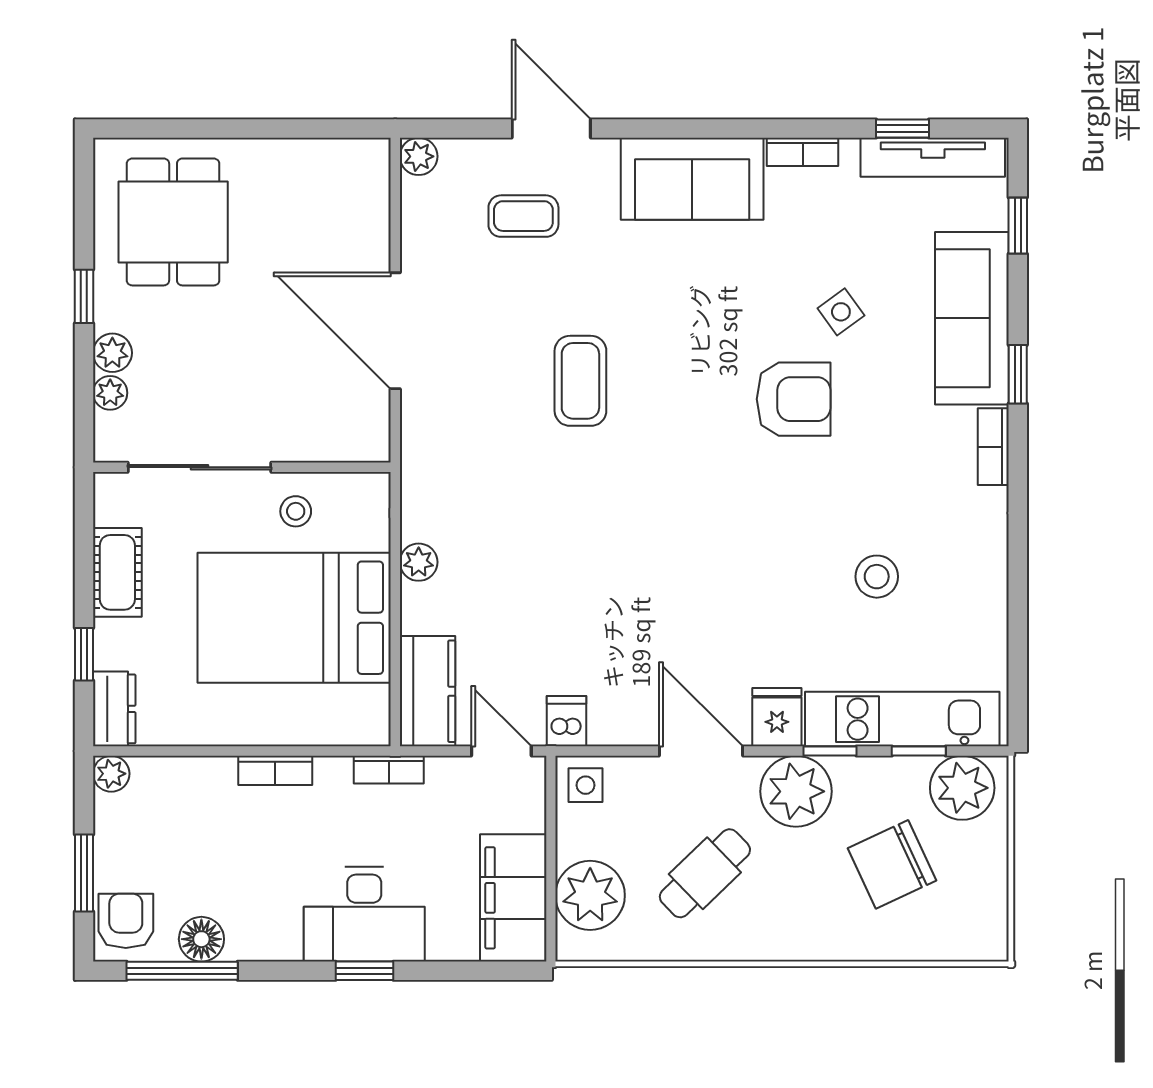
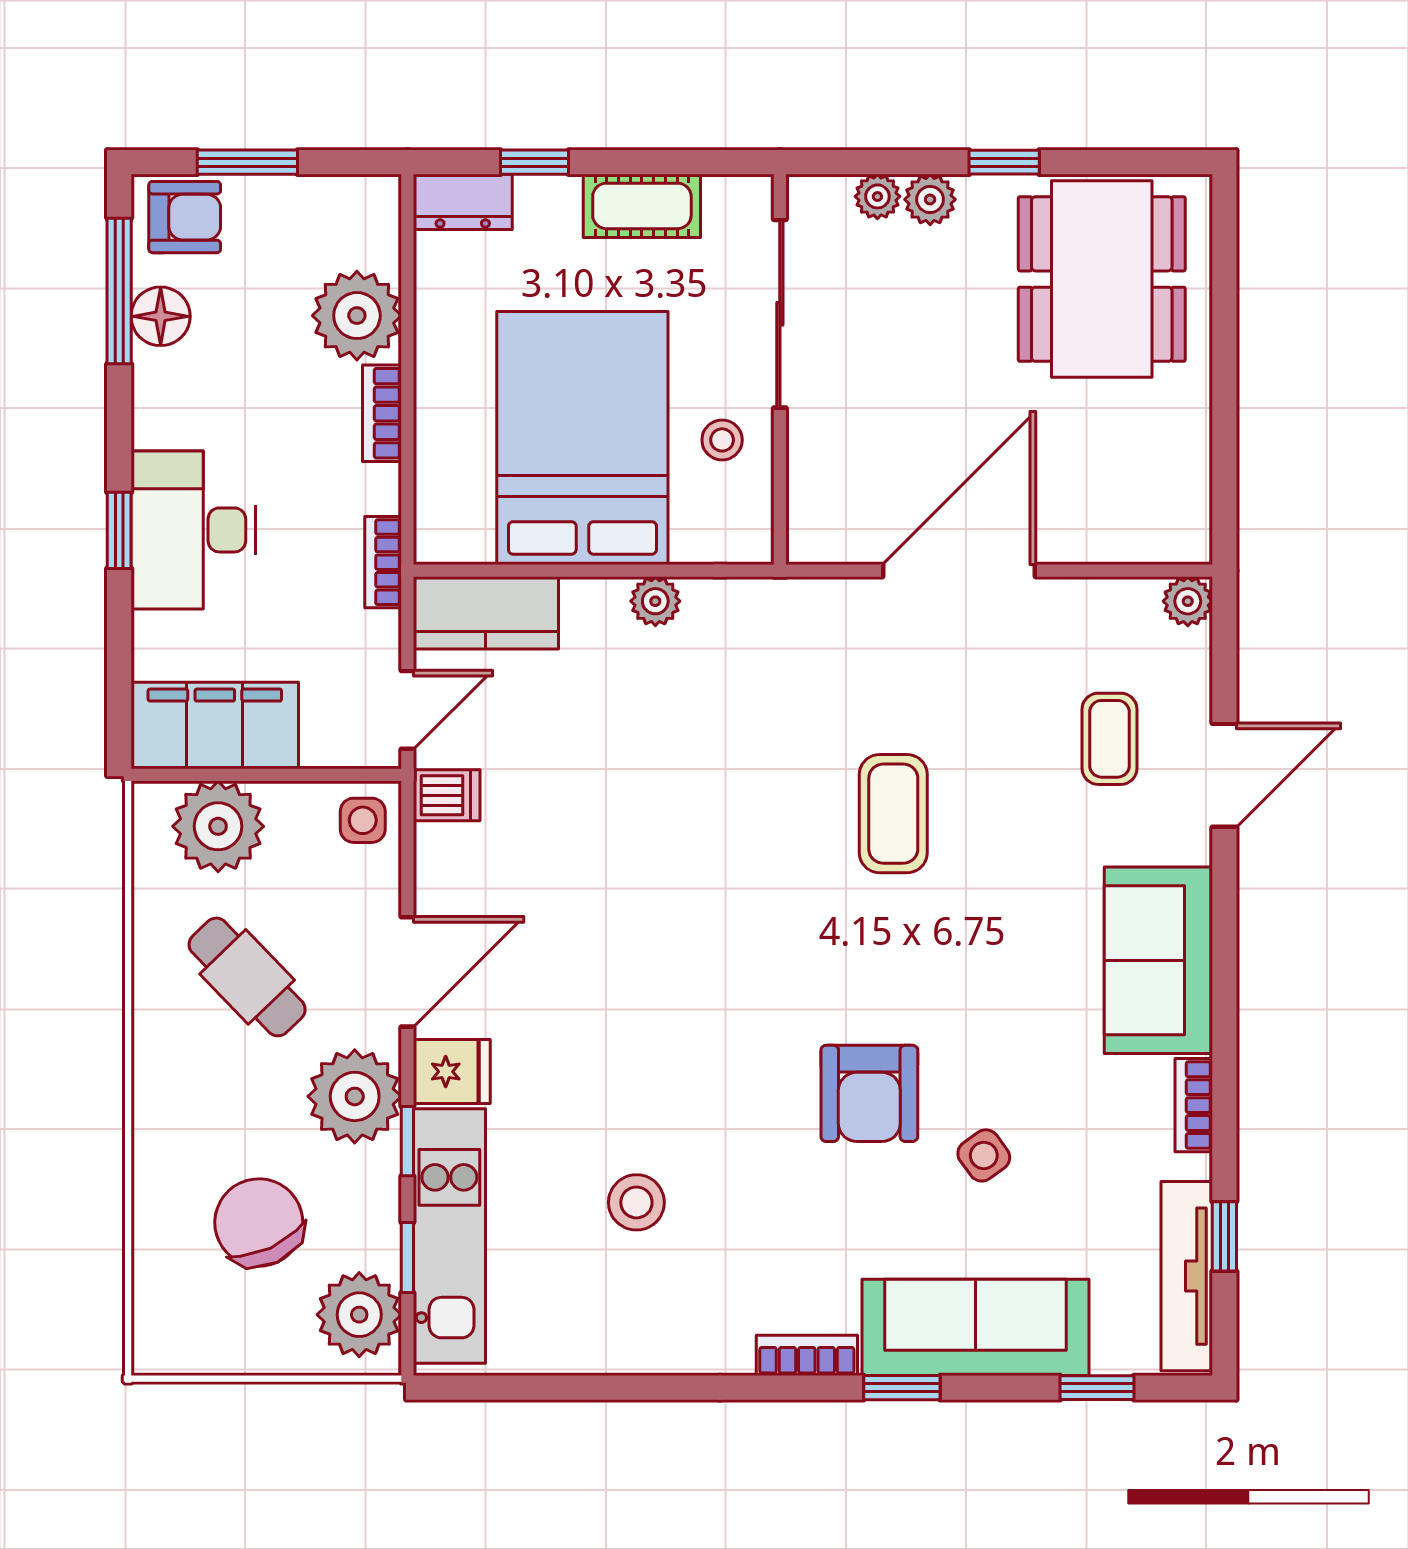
dining table: (173, 222) -> (1102, 279), width x1.37
coffee table: (580, 381) -> (893, 814), turned 90
plant: (111, 774) -> (357, 316), moved, width x1.88, depth x1.88

